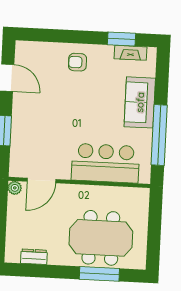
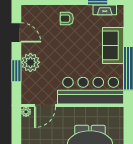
plant: (24, 120) -> (30, 62), added
bar counter: (105, 163) -> (91, 91), width x1.36

